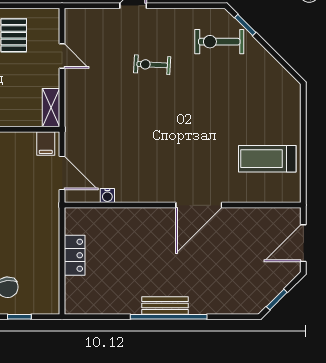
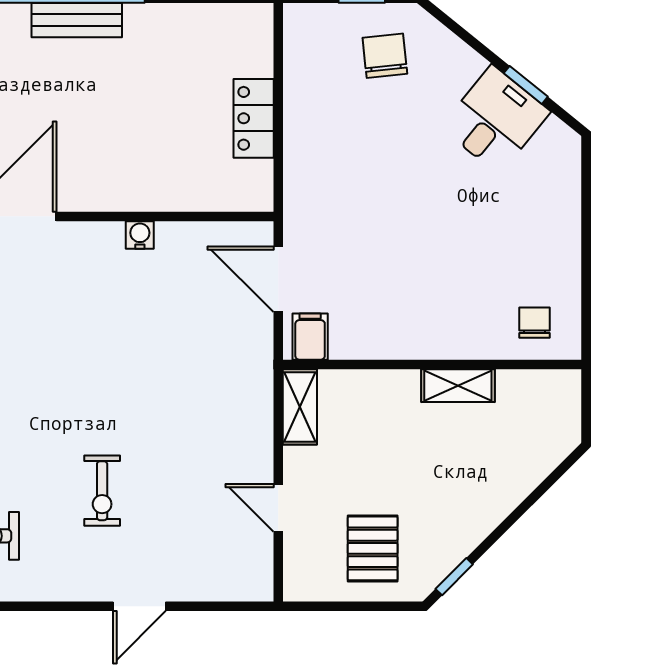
exercise bike: (152, 65) -> (102, 491), turned 87
water cooler: (107, 196) -> (140, 235), moved

